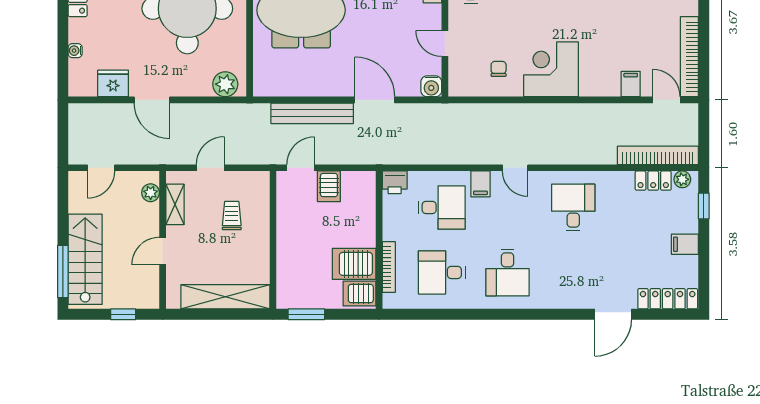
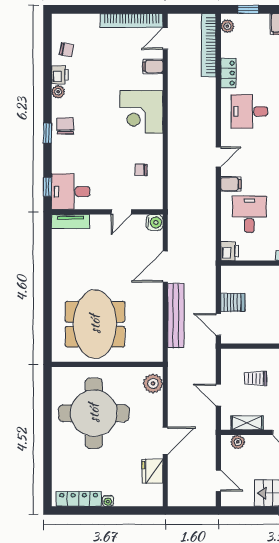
water cooler: (75, 51) -> (108, 501), moved
corner desk: (551, 69) -> (141, 112), moved
locker: (653, 181) -> (228, 73), moved

